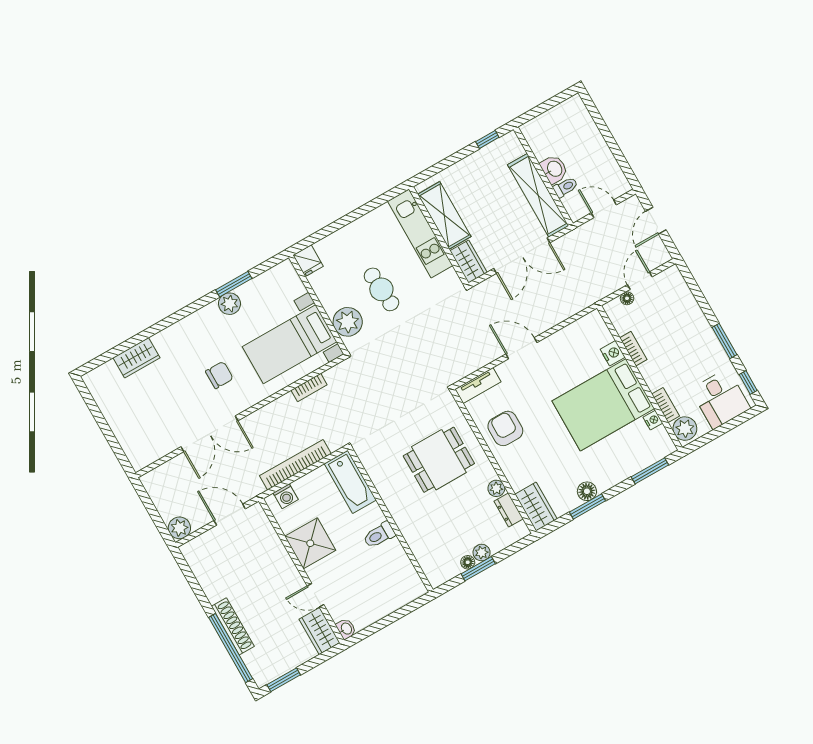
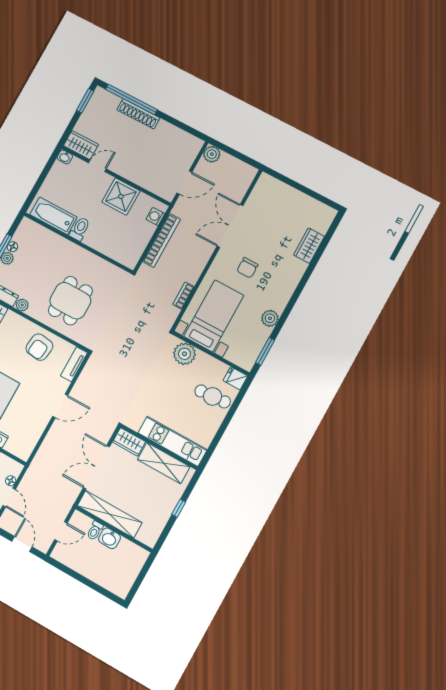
window: (487, 139) -> (179, 508), moved
window: (234, 284) -> (265, 351), moved
cafe table: (381, 289) -> (213, 396), moved
armchair: (505, 428) -> (39, 347), turned 97
bathtub: (350, 482) -> (53, 216), moved

